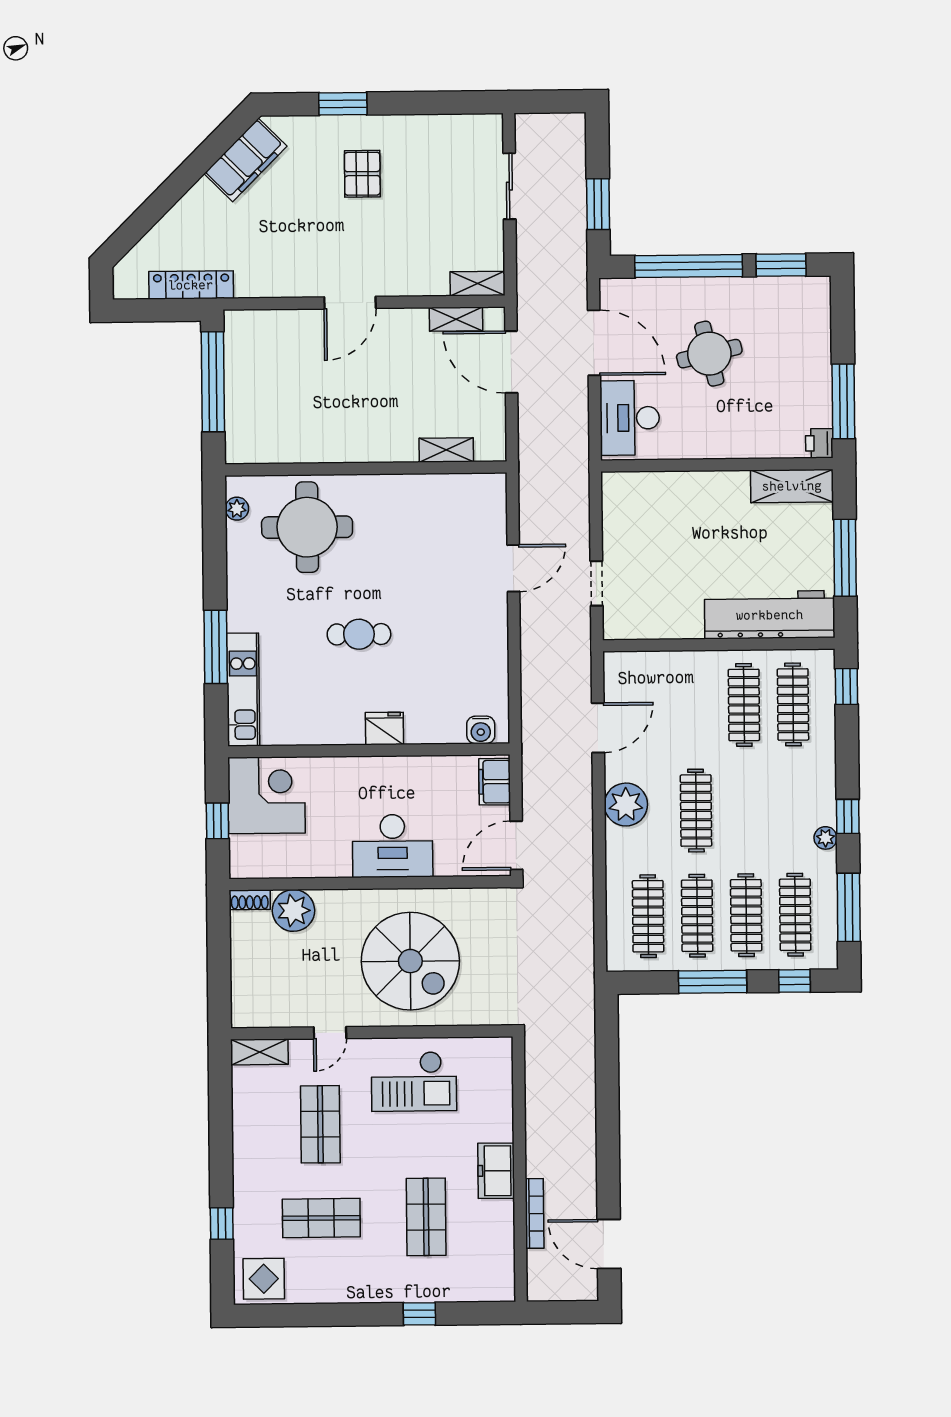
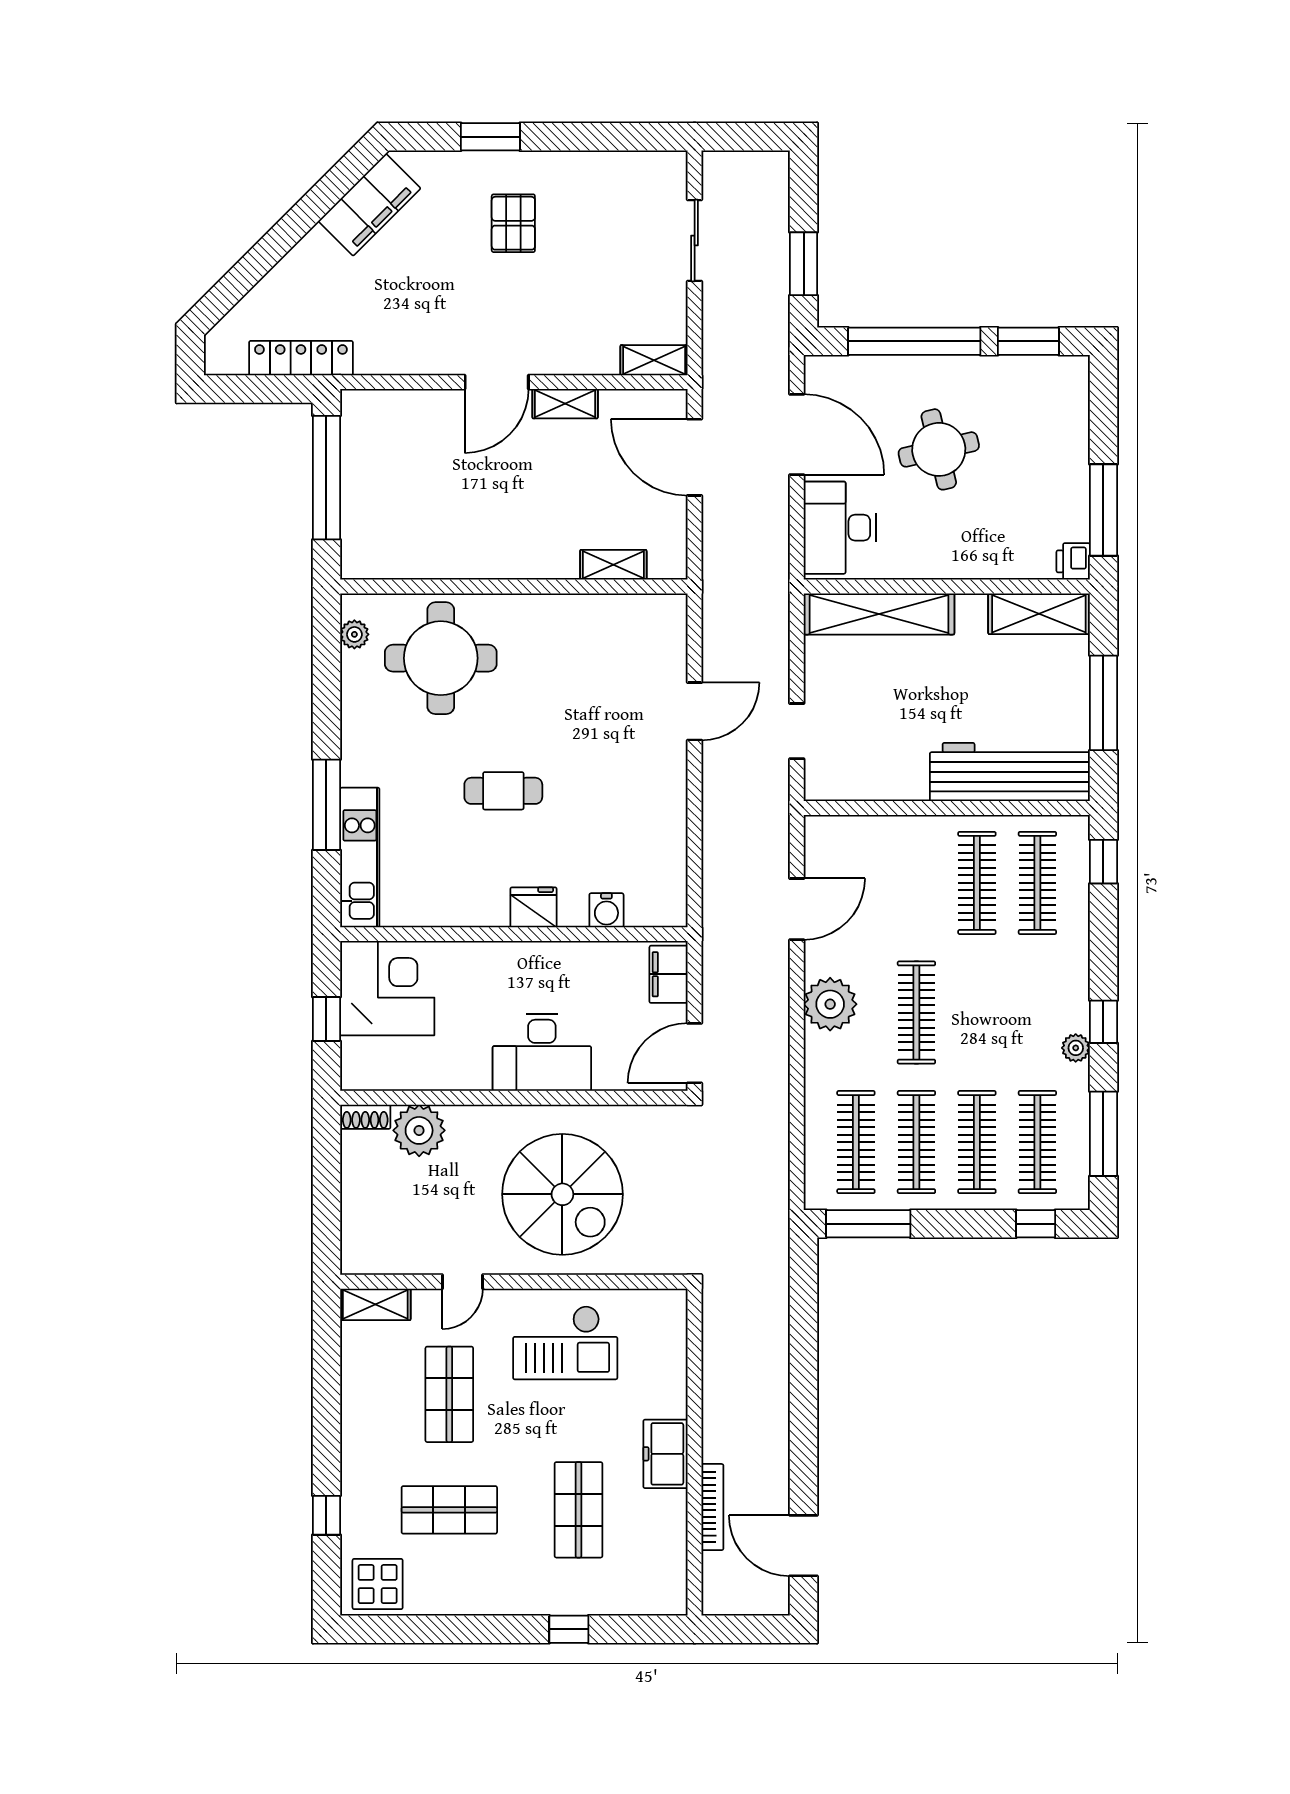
shelving: (456, 319) -> (565, 404), moved
shelving: (662, 488) -> (879, 614), added
water cooler: (481, 730) -> (606, 910), moved
window: (713, 982) -> (868, 1224), moved

